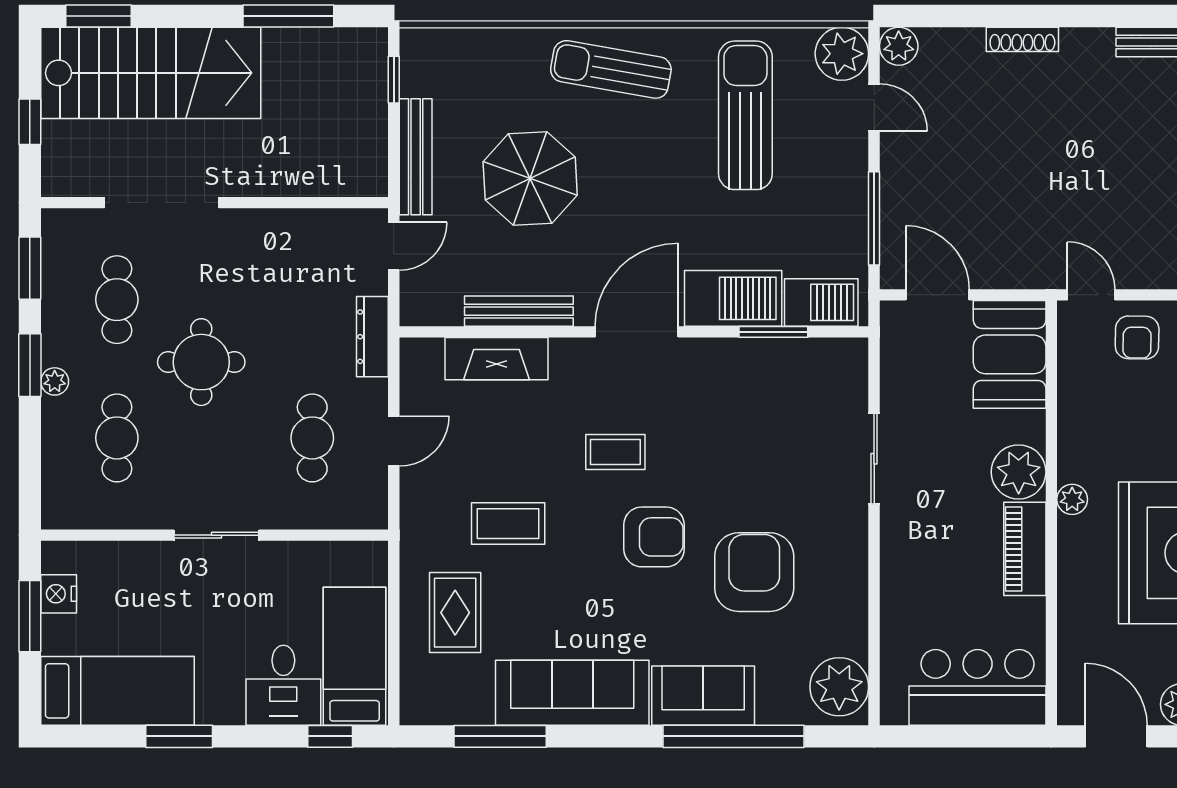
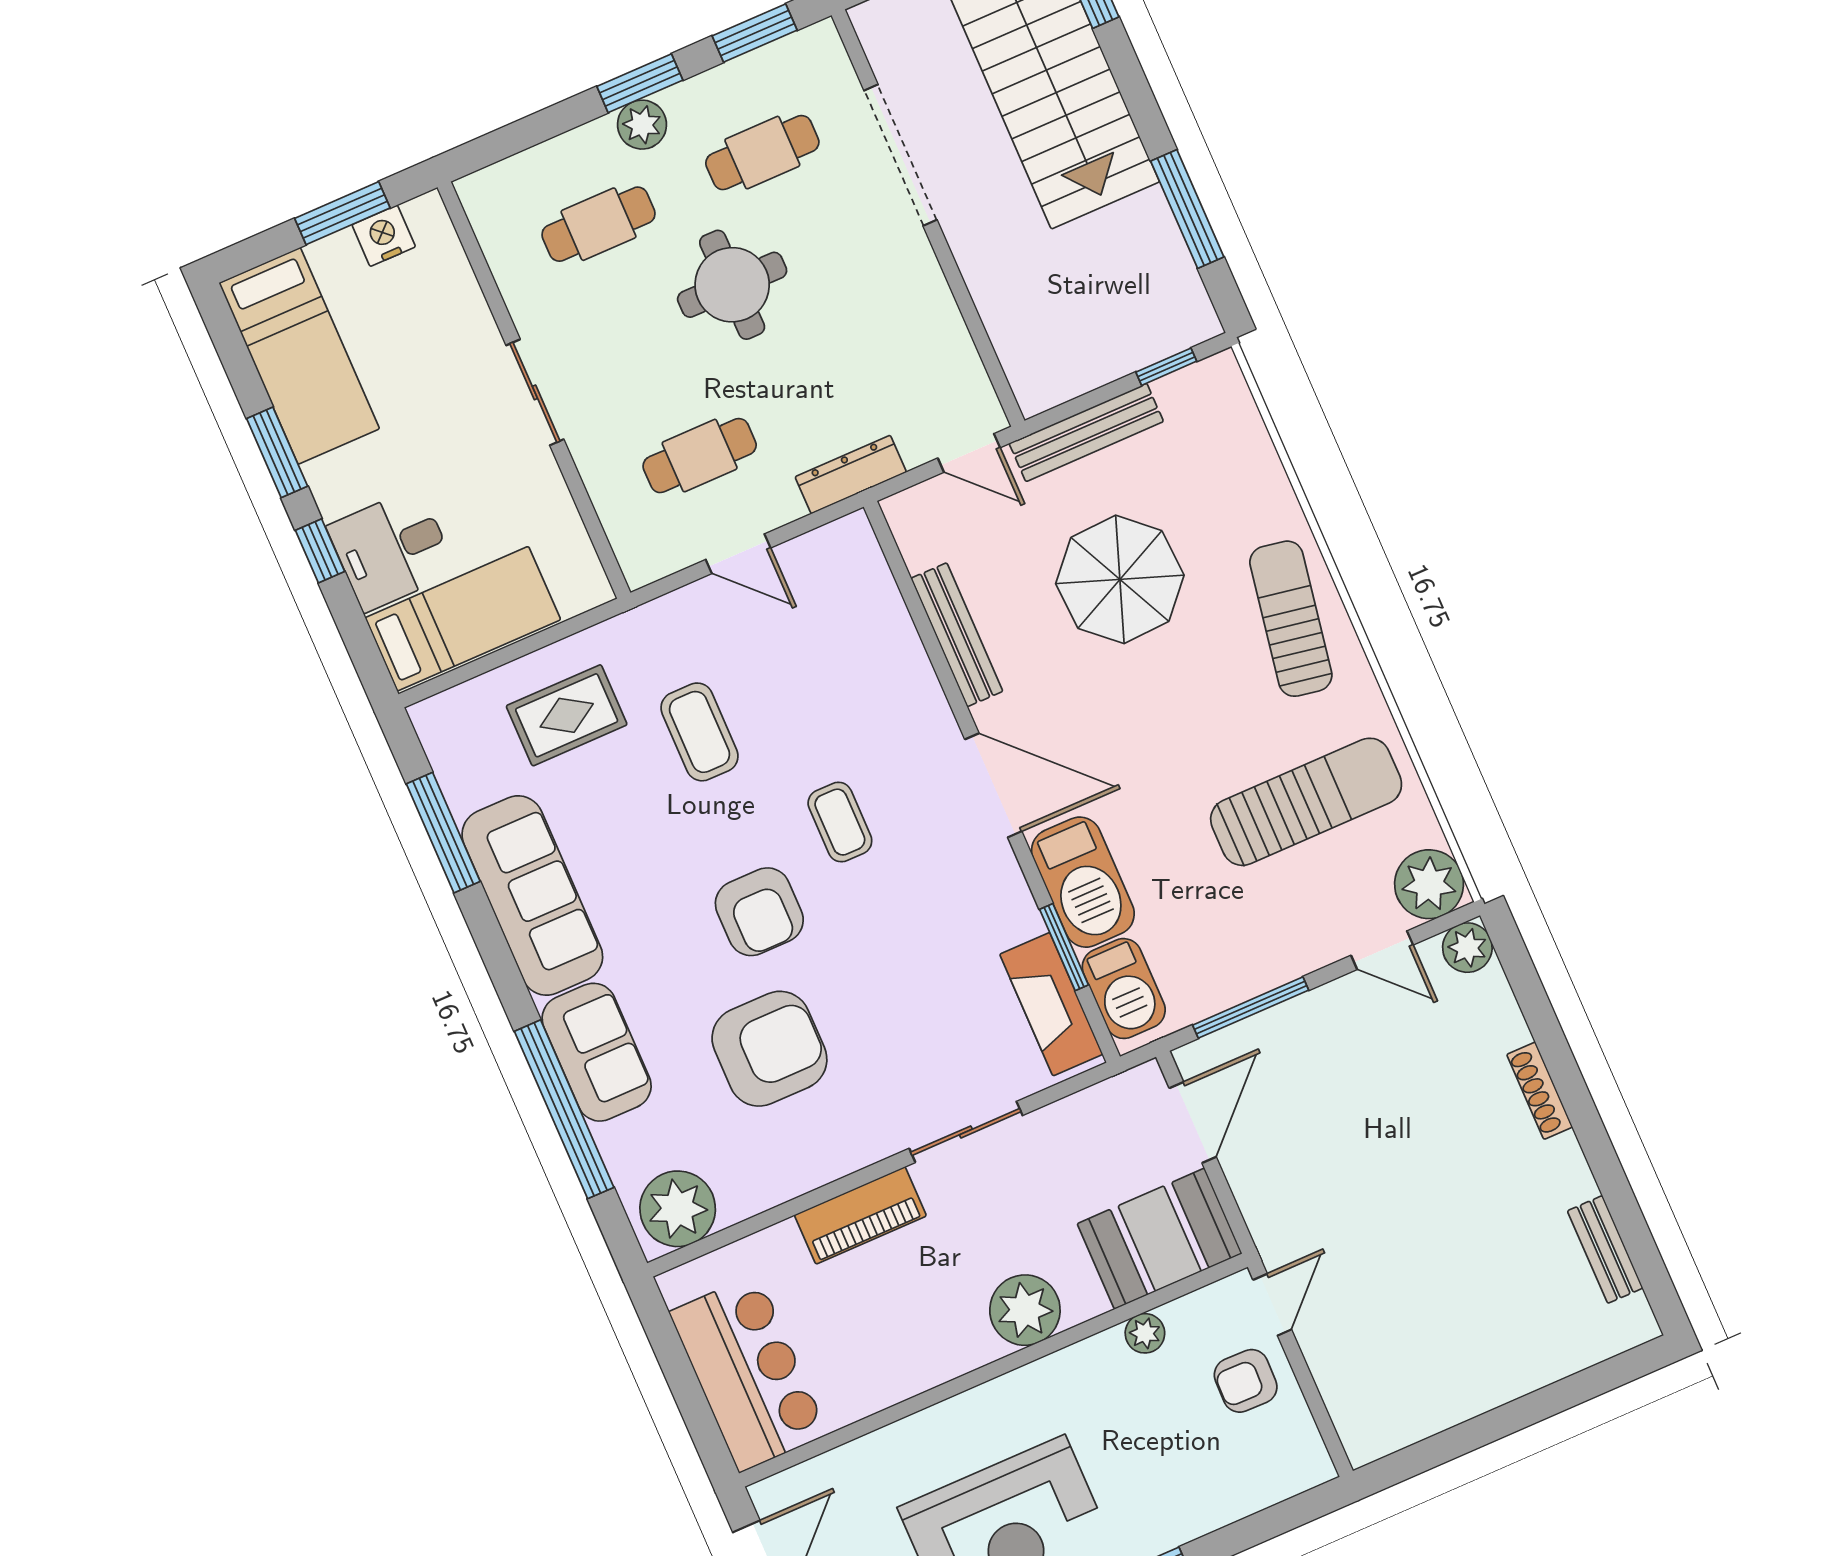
door: (874, 108) -> (1382, 950), hinge flipped
fireplace: (497, 359) -> (1051, 1004), moved
plant: (55, 381) -> (642, 125), width x1.38, depth x1.38
plant: (1072, 499) -> (1145, 1333), moved
piano: (1025, 549) -> (860, 1215), moved, turned 180
window: (330, 736) -> (320, 551), moved

